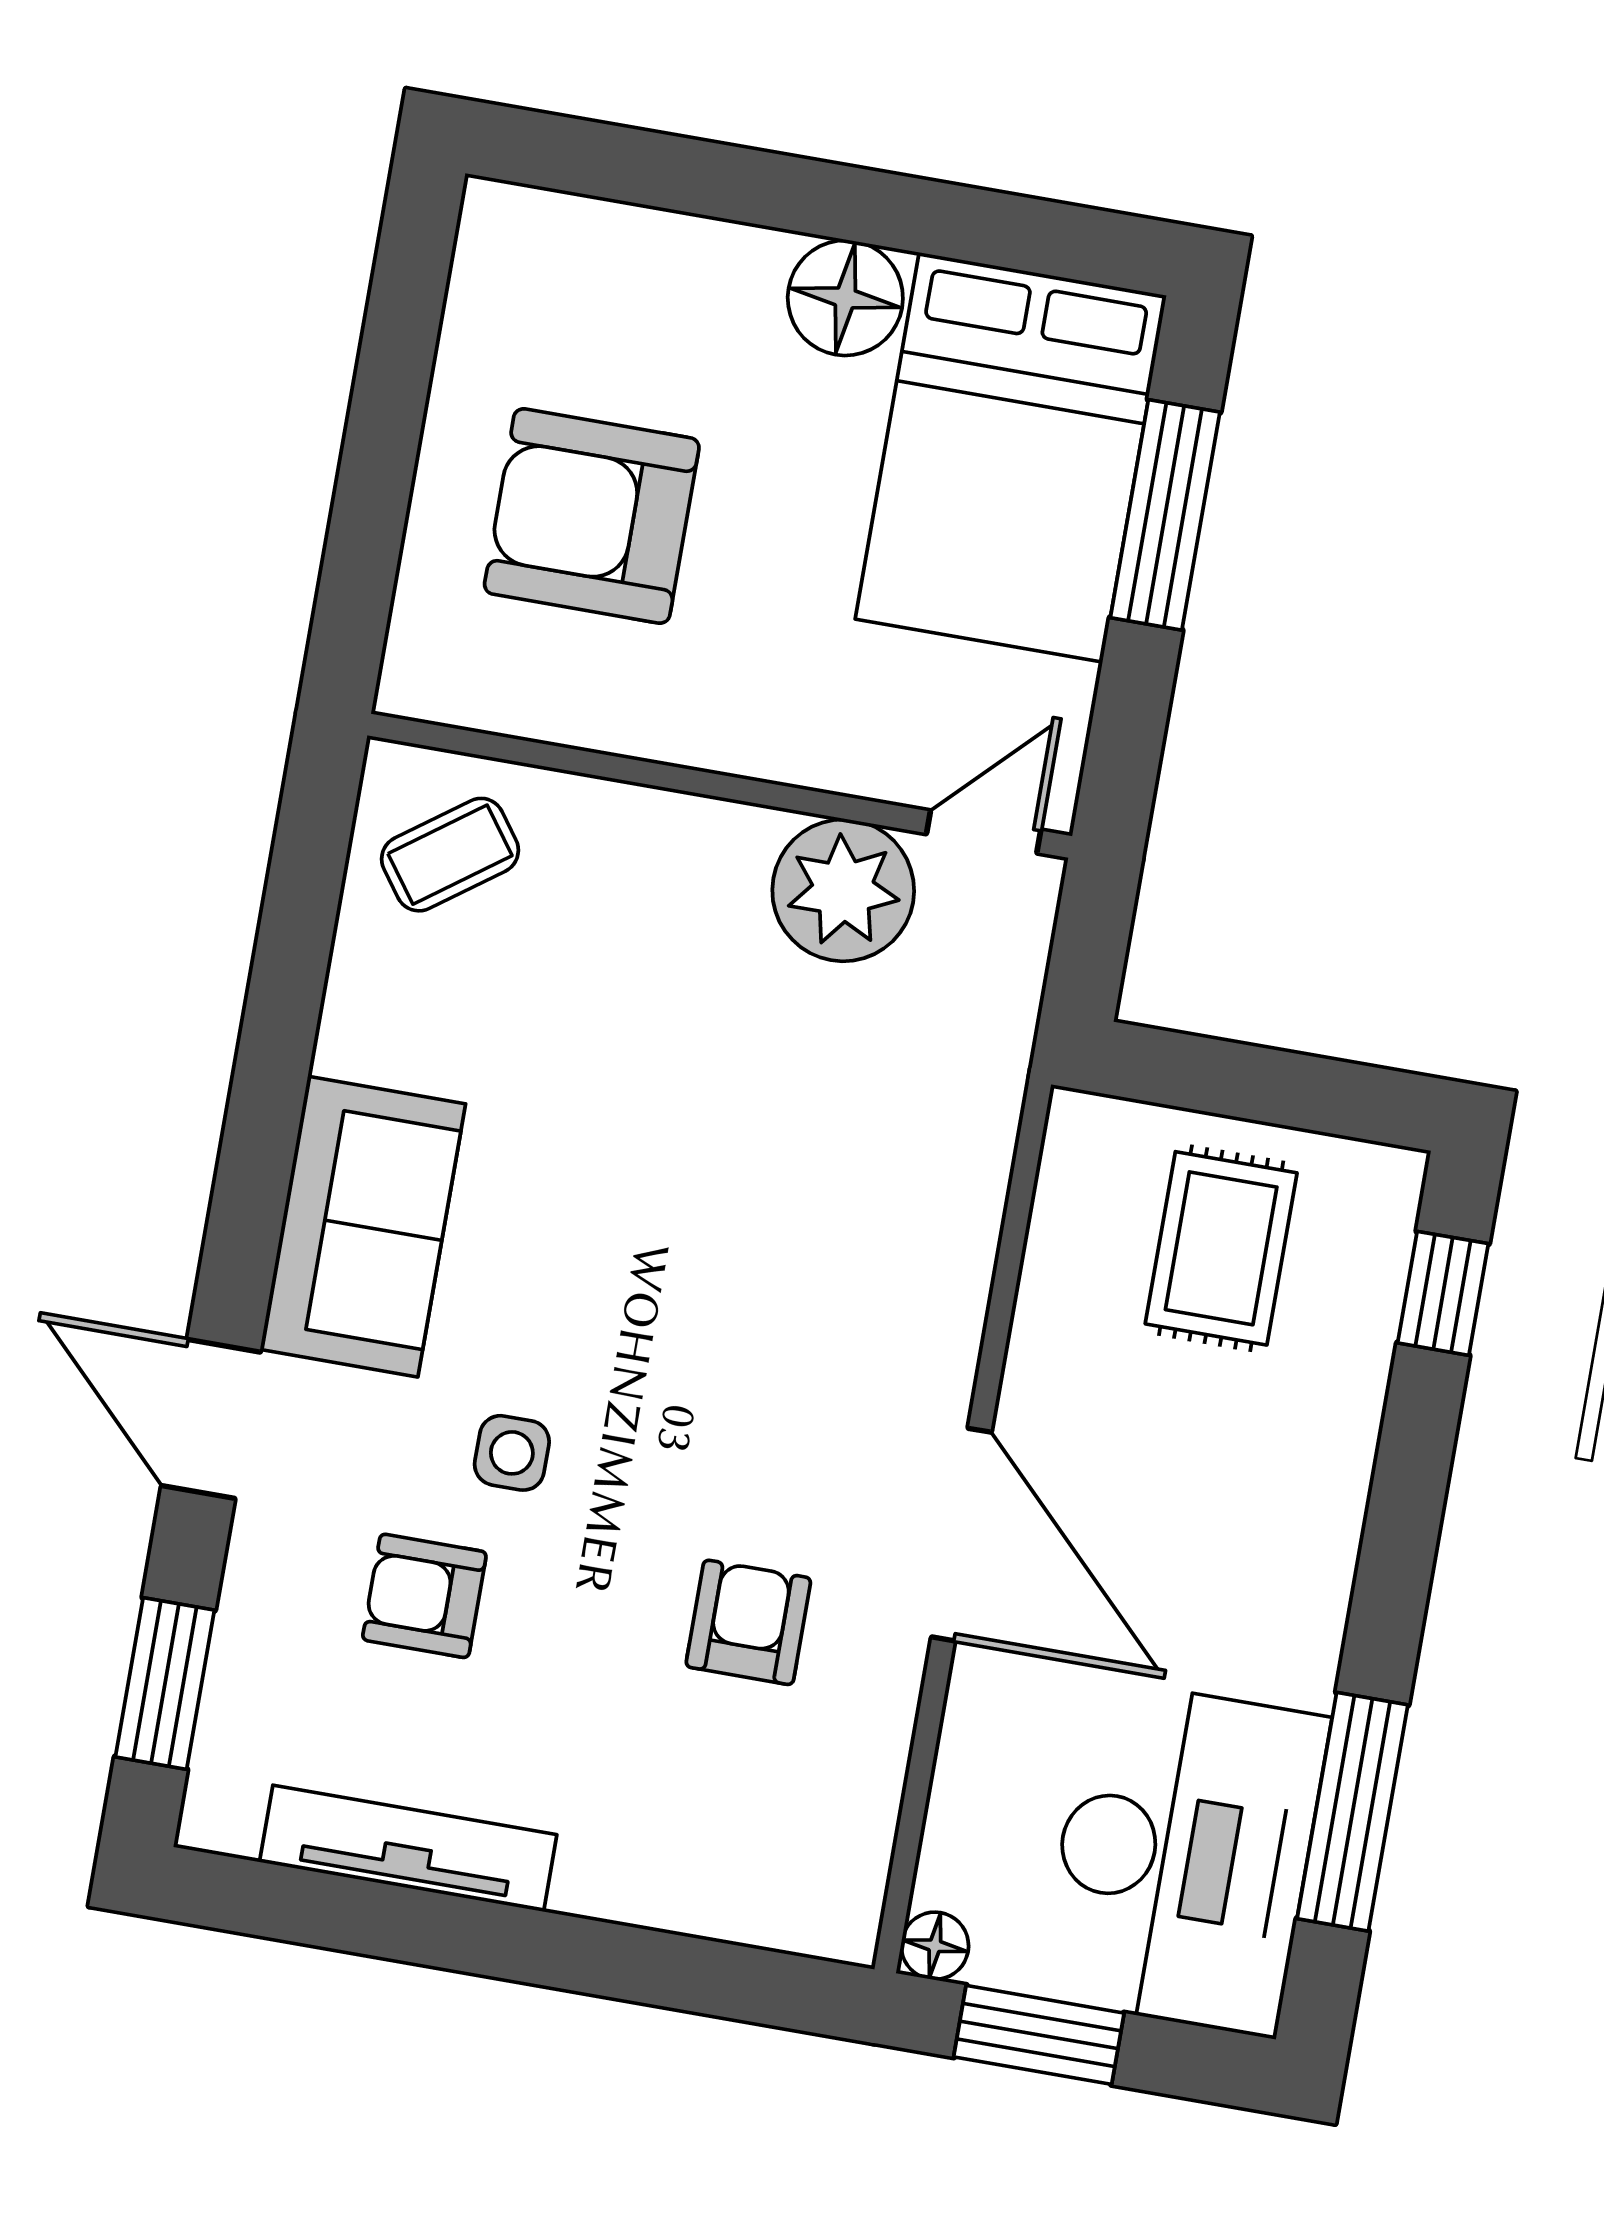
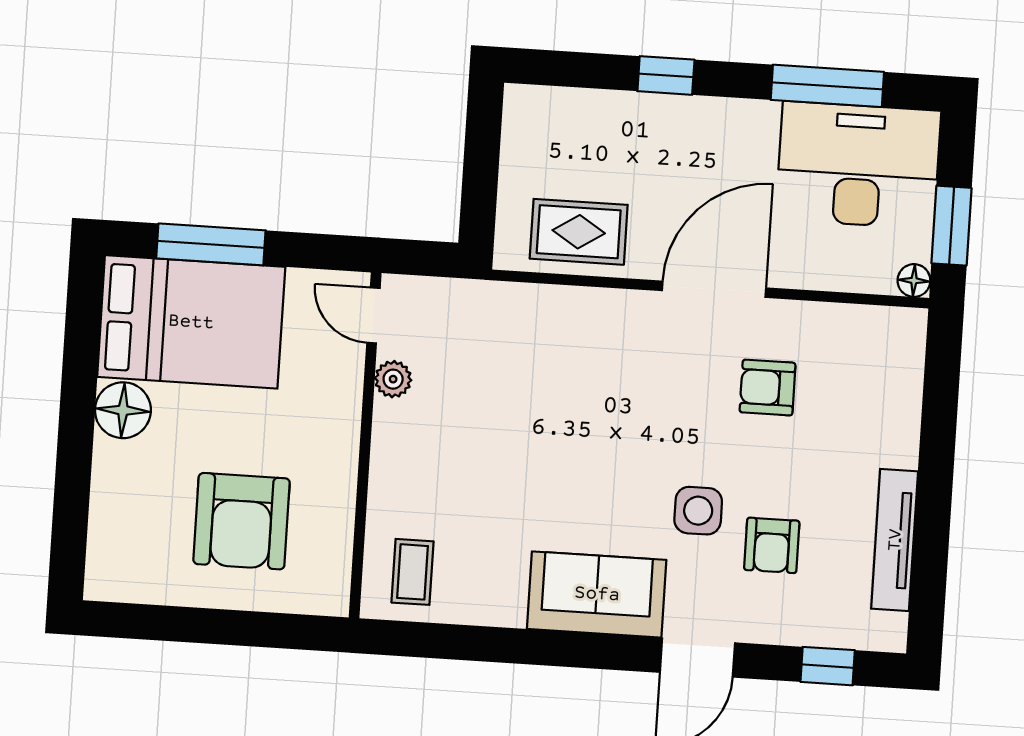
coffee table: (450, 855) -> (412, 572), turned 36
plant: (843, 890) -> (393, 379), width x0.53, depth x0.53
rug: (1221, 1248) -> (579, 232), moved
window: (1443, 1293) -> (666, 75), moved
side table: (512, 1453) -> (698, 511), width x1.37, depth x1.37
window: (165, 1683) -> (828, 666), width x0.67

